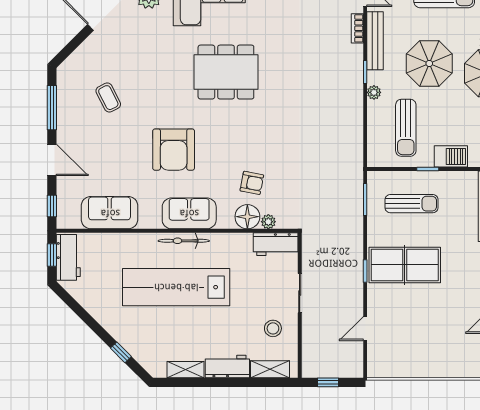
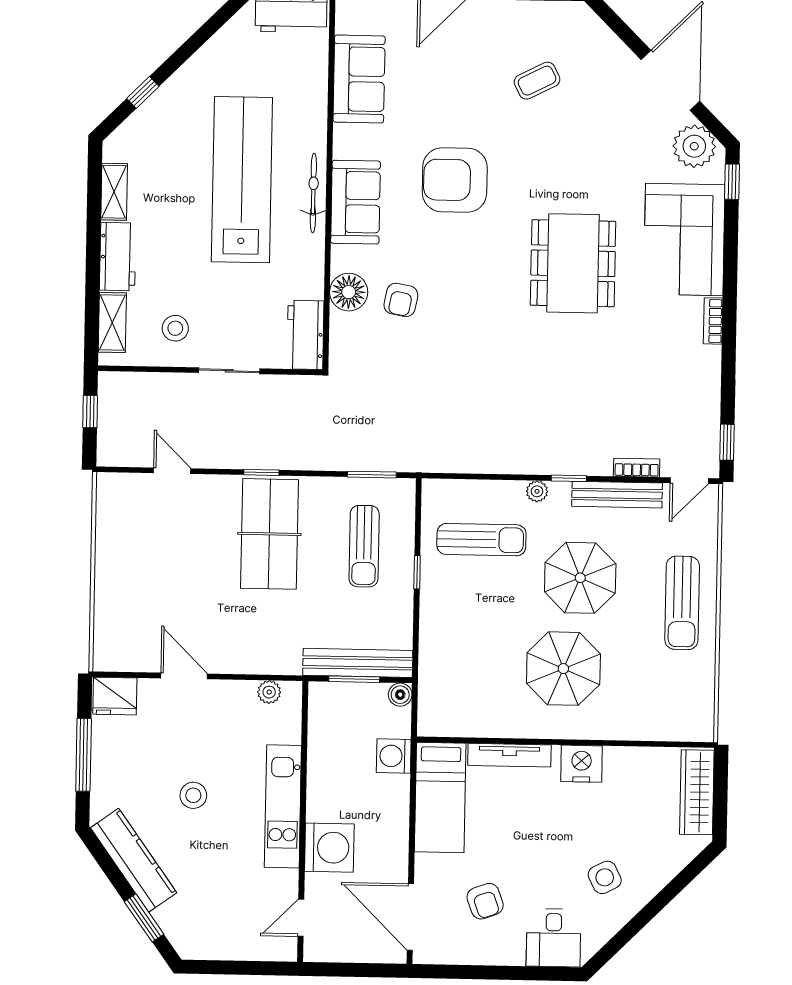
sun lounger: (406, 128) -> (481, 540), turned 180
barbecue: (451, 156) -> (436, 609), removed
plant: (268, 222) -> (340, 324), removed

